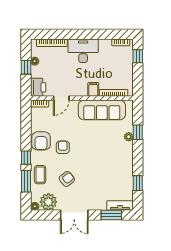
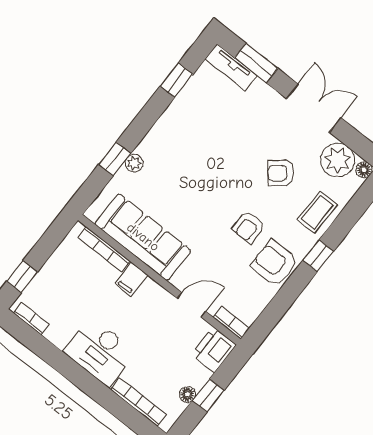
armchair: (41, 141) -> (275, 263), turned -90
window: (26, 181) -> (347, 219), removed

